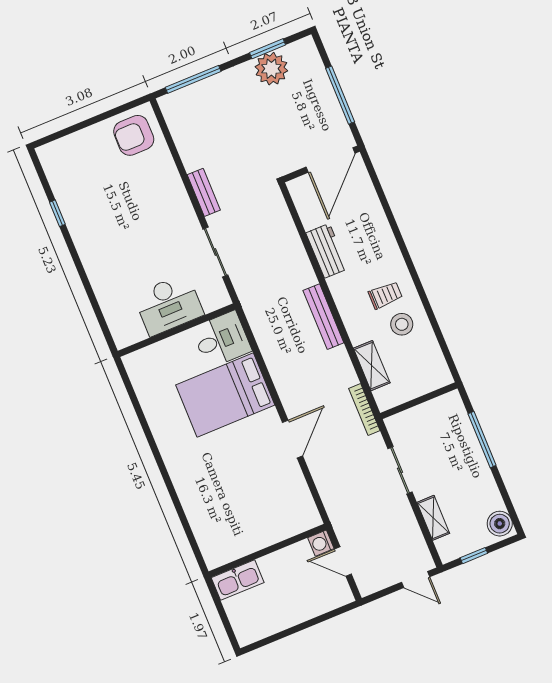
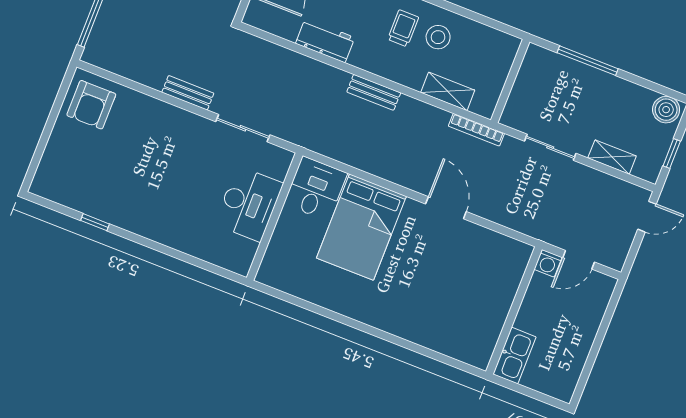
bench: (323, 317) -> (374, 92), width x0.73

